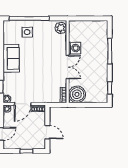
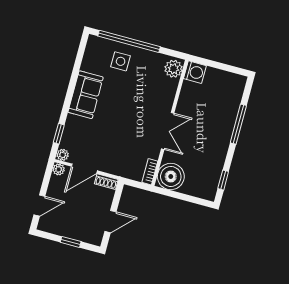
washing machine: (74, 48) -> (195, 72), moved
door: (47, 132) -> (110, 222), hinge flipped

